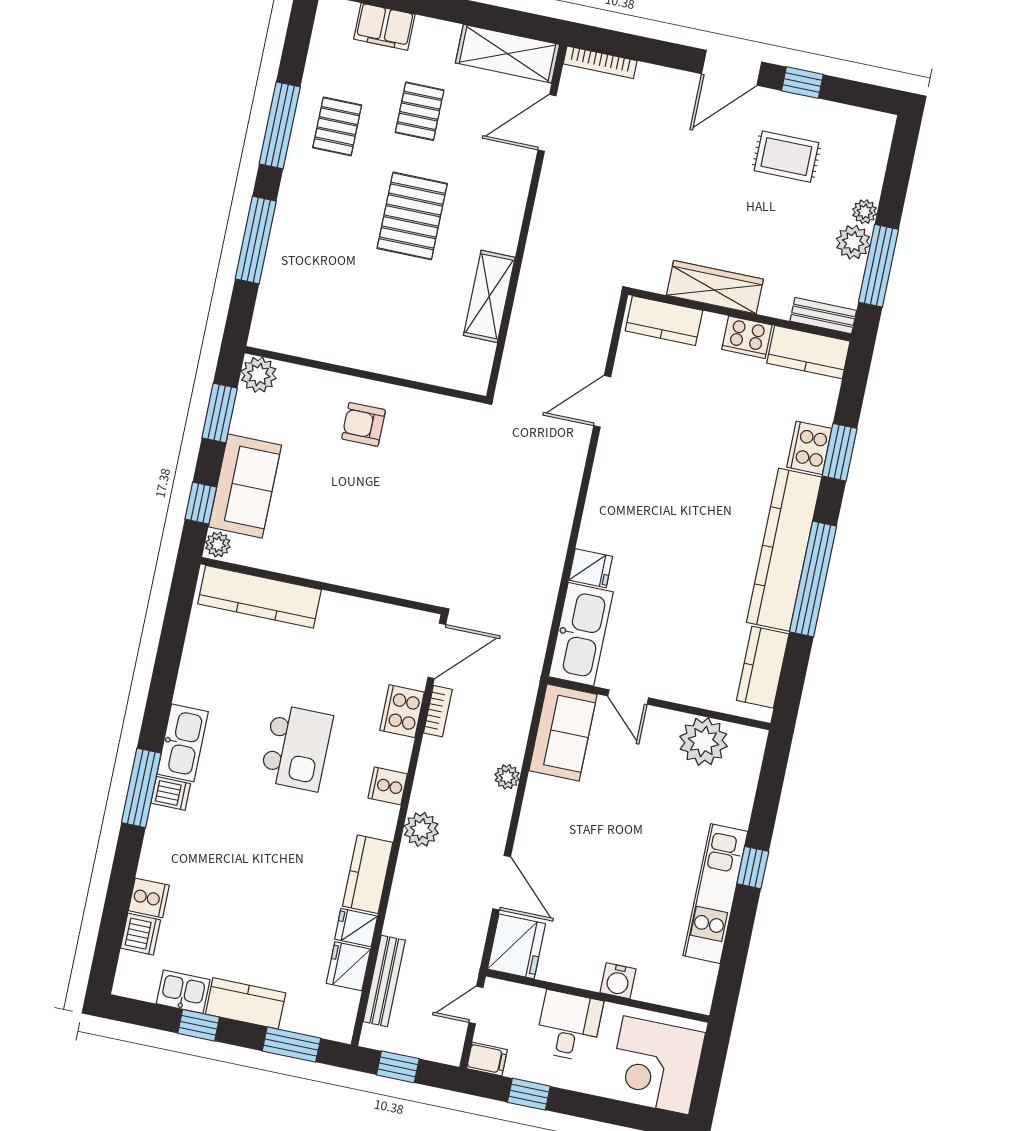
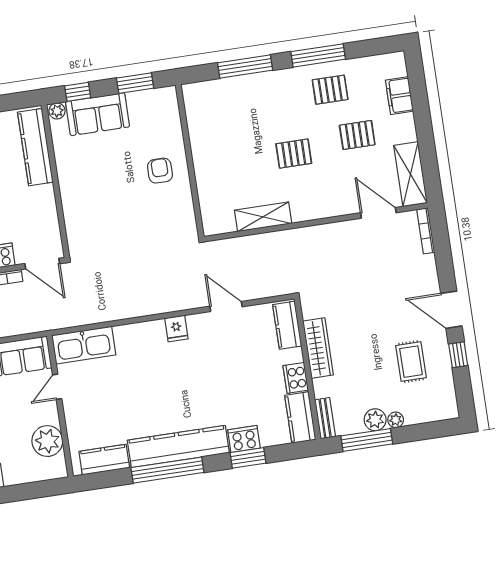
pallet: (412, 216) -> (294, 154), width x0.67, depth x0.71
plant: (259, 375) -> (166, 98), removed
fridge: (591, 568) -> (176, 329), moved

